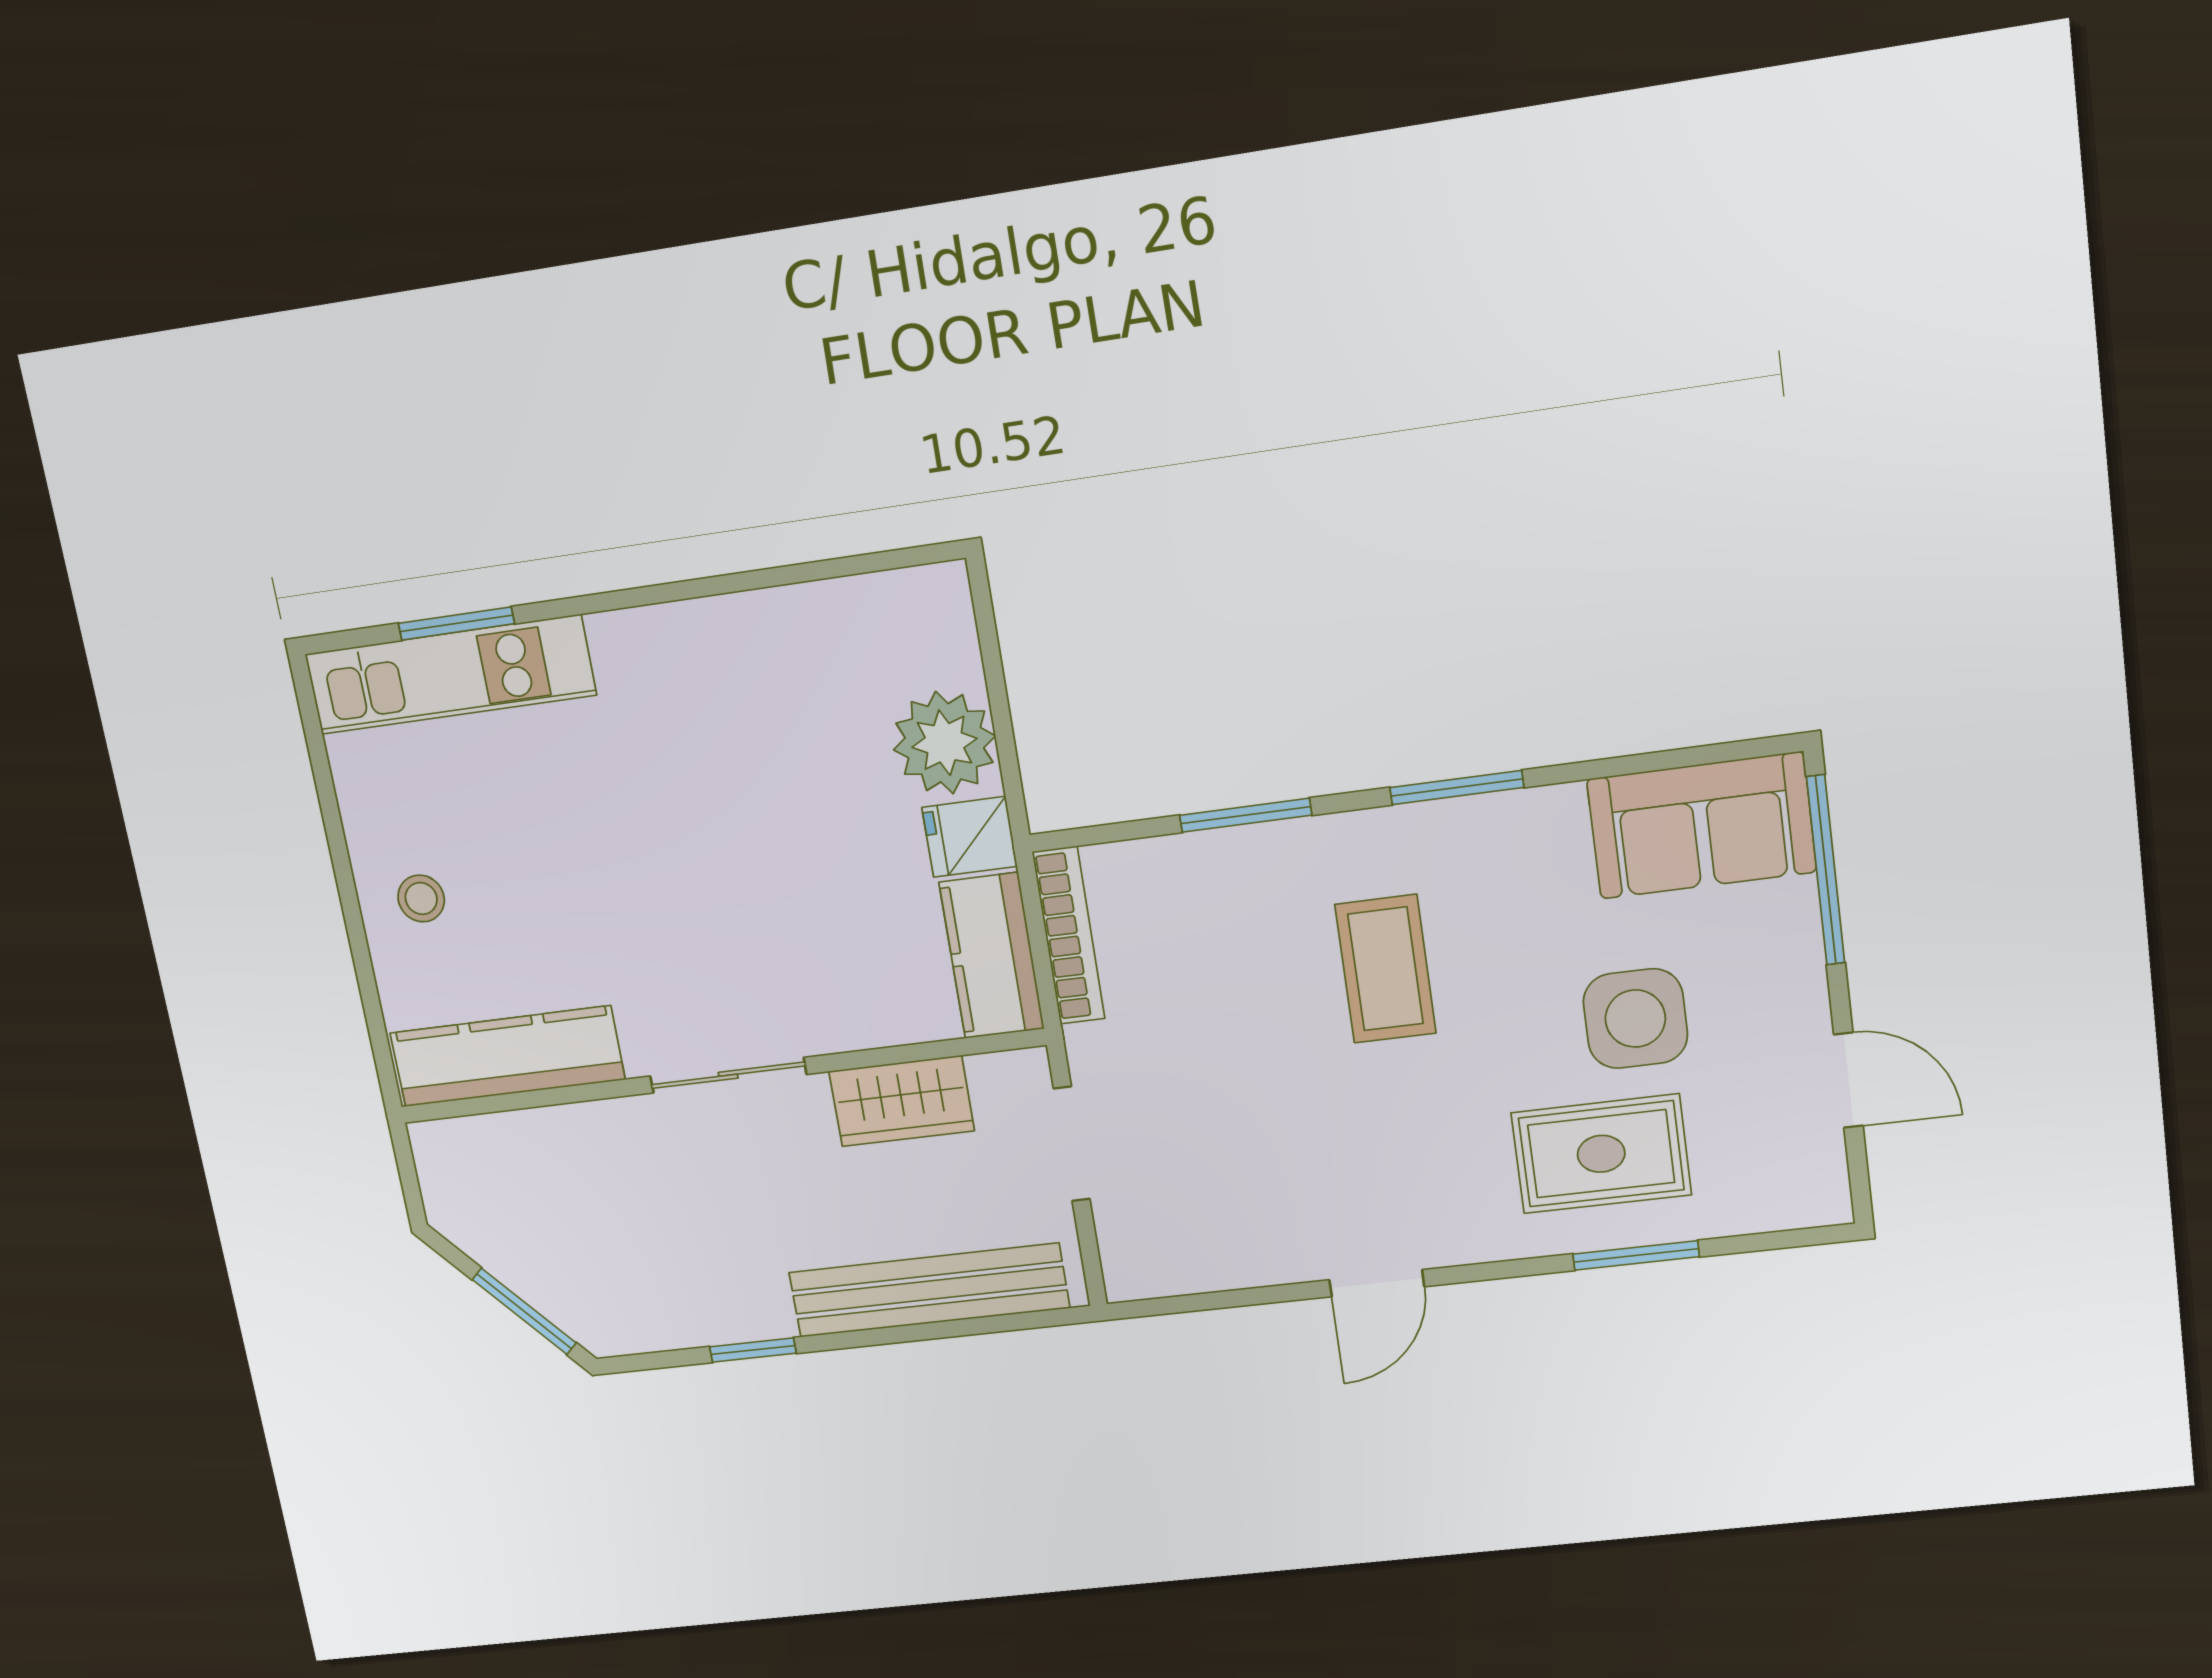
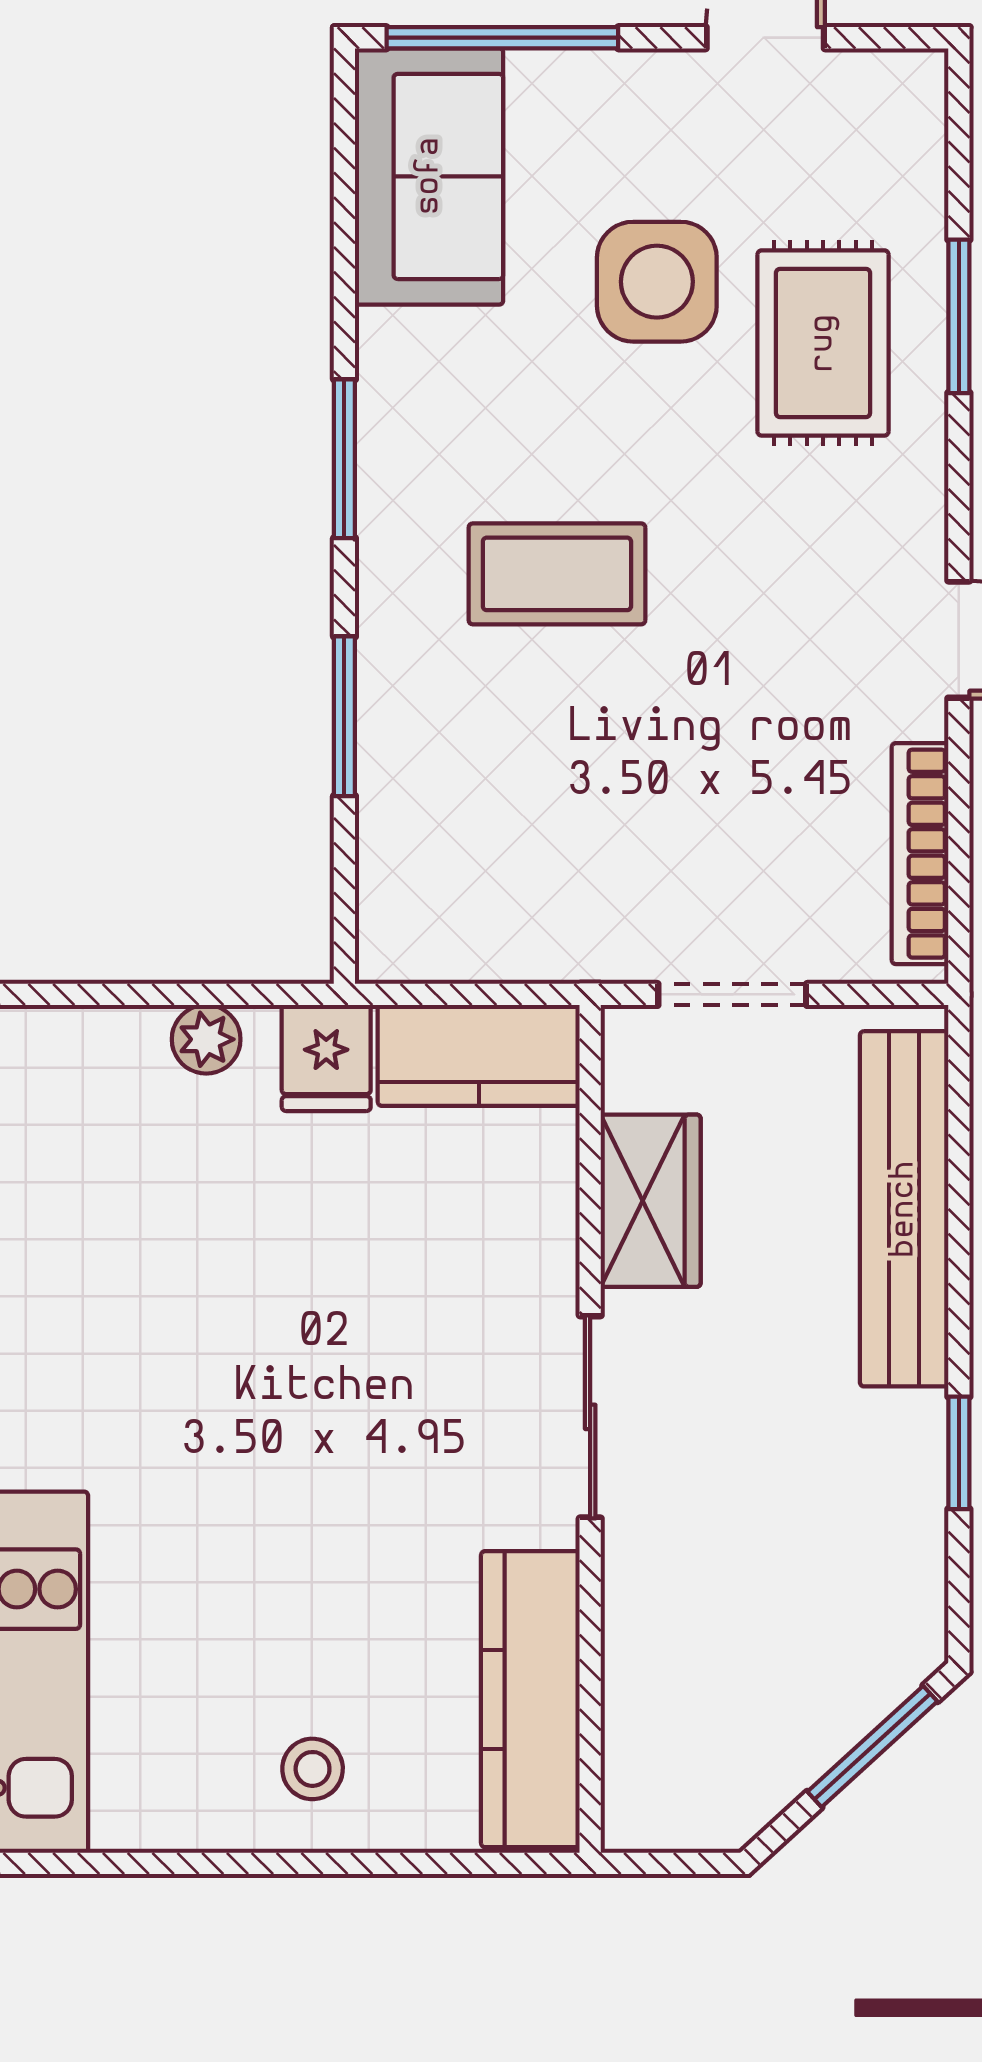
plant: (944, 743) -> (206, 1039), width x0.53, depth x0.53
bookcase: (1069, 935) -> (920, 854), moved, turned -90

